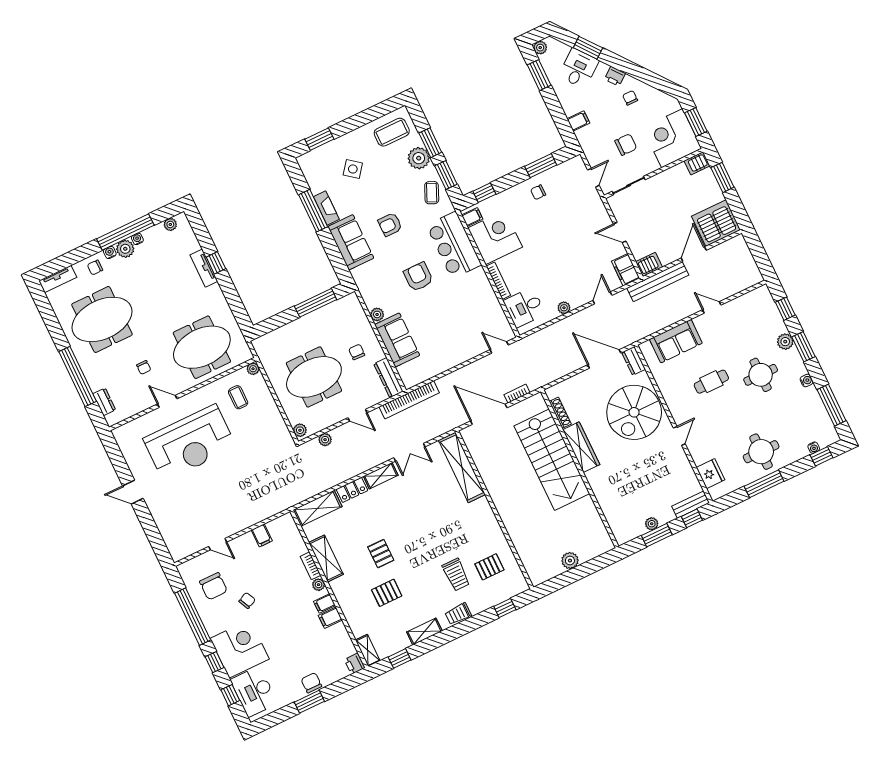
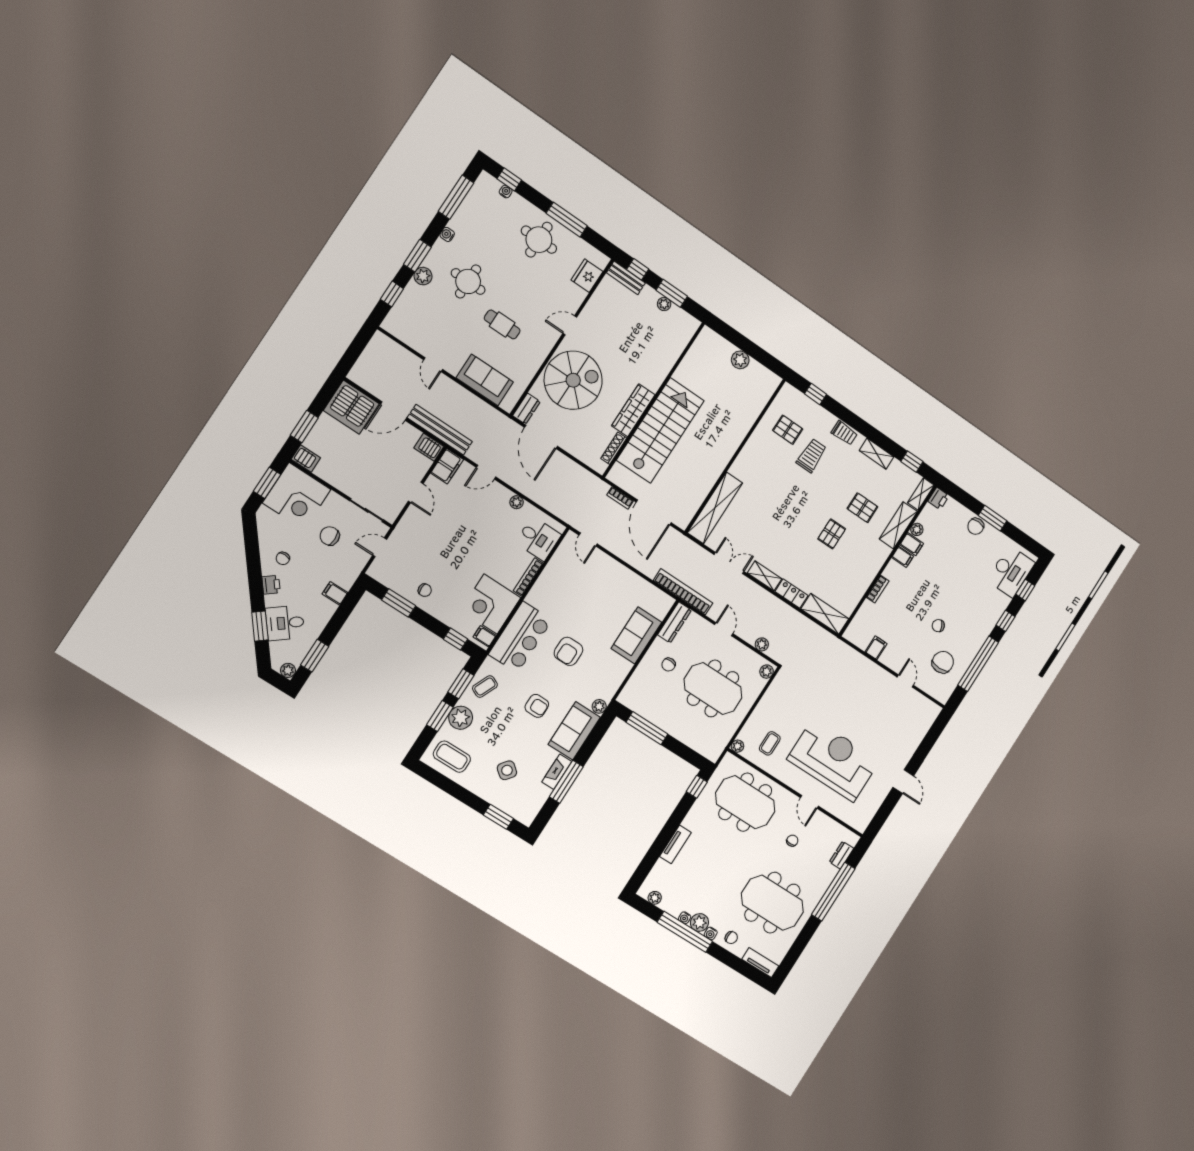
window: (216, 263) -> (697, 787), moved
plant: (377, 314) -> (599, 706), moved
shelving: (326, 558) -> (898, 525), moved
plant: (319, 585) -> (917, 529), moved
corner desk: (240, 649) -> (982, 606), removed

